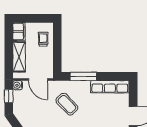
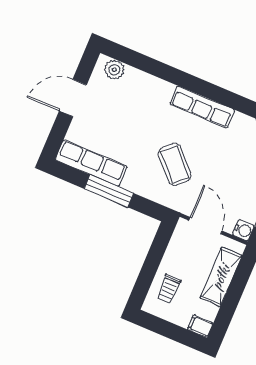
filing cabinet: (19, 32) -> (200, 326), width x0.50
window: (83, 76) -> (109, 191), moved

